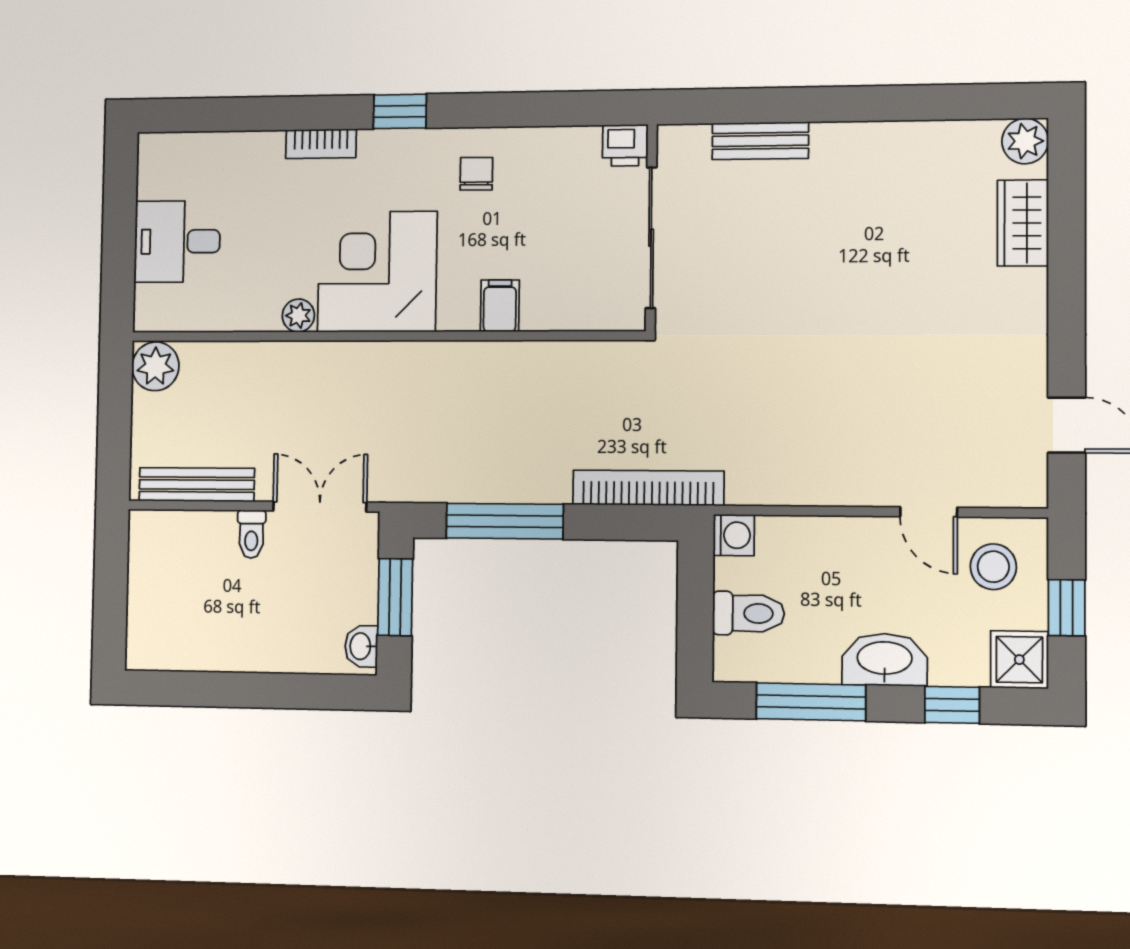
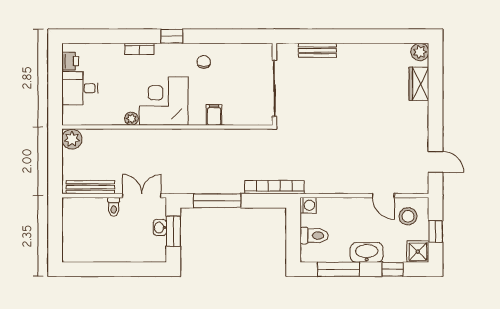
printer: (625, 145) -> (70, 61), moved, turned -90
washbasin: (361, 646) -> (160, 227), moved

